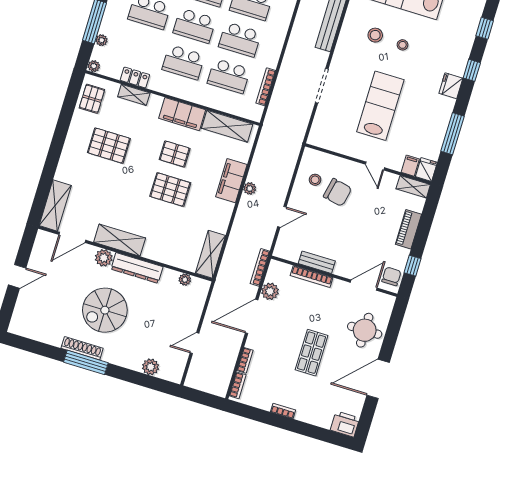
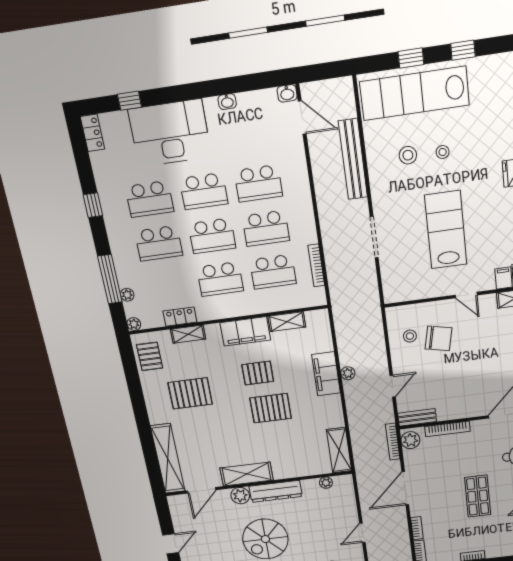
shelving: (227, 126) -> (287, 322), width x0.67, depth x0.75
shelving: (55, 206) -> (168, 459), width x1.47
bench: (317, 262) -> (417, 417), moved
plant: (270, 291) -> (410, 440), moved

